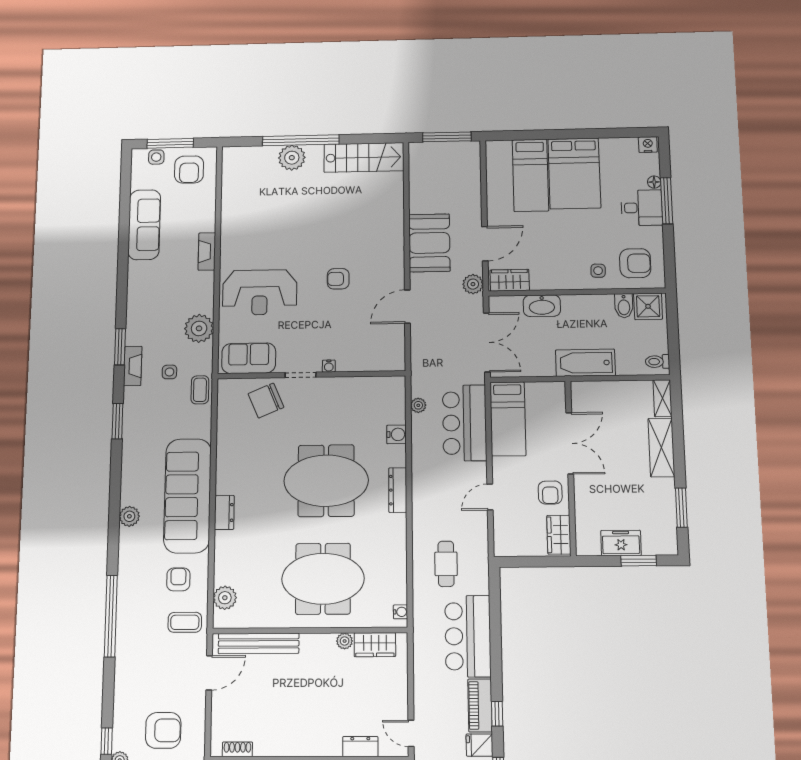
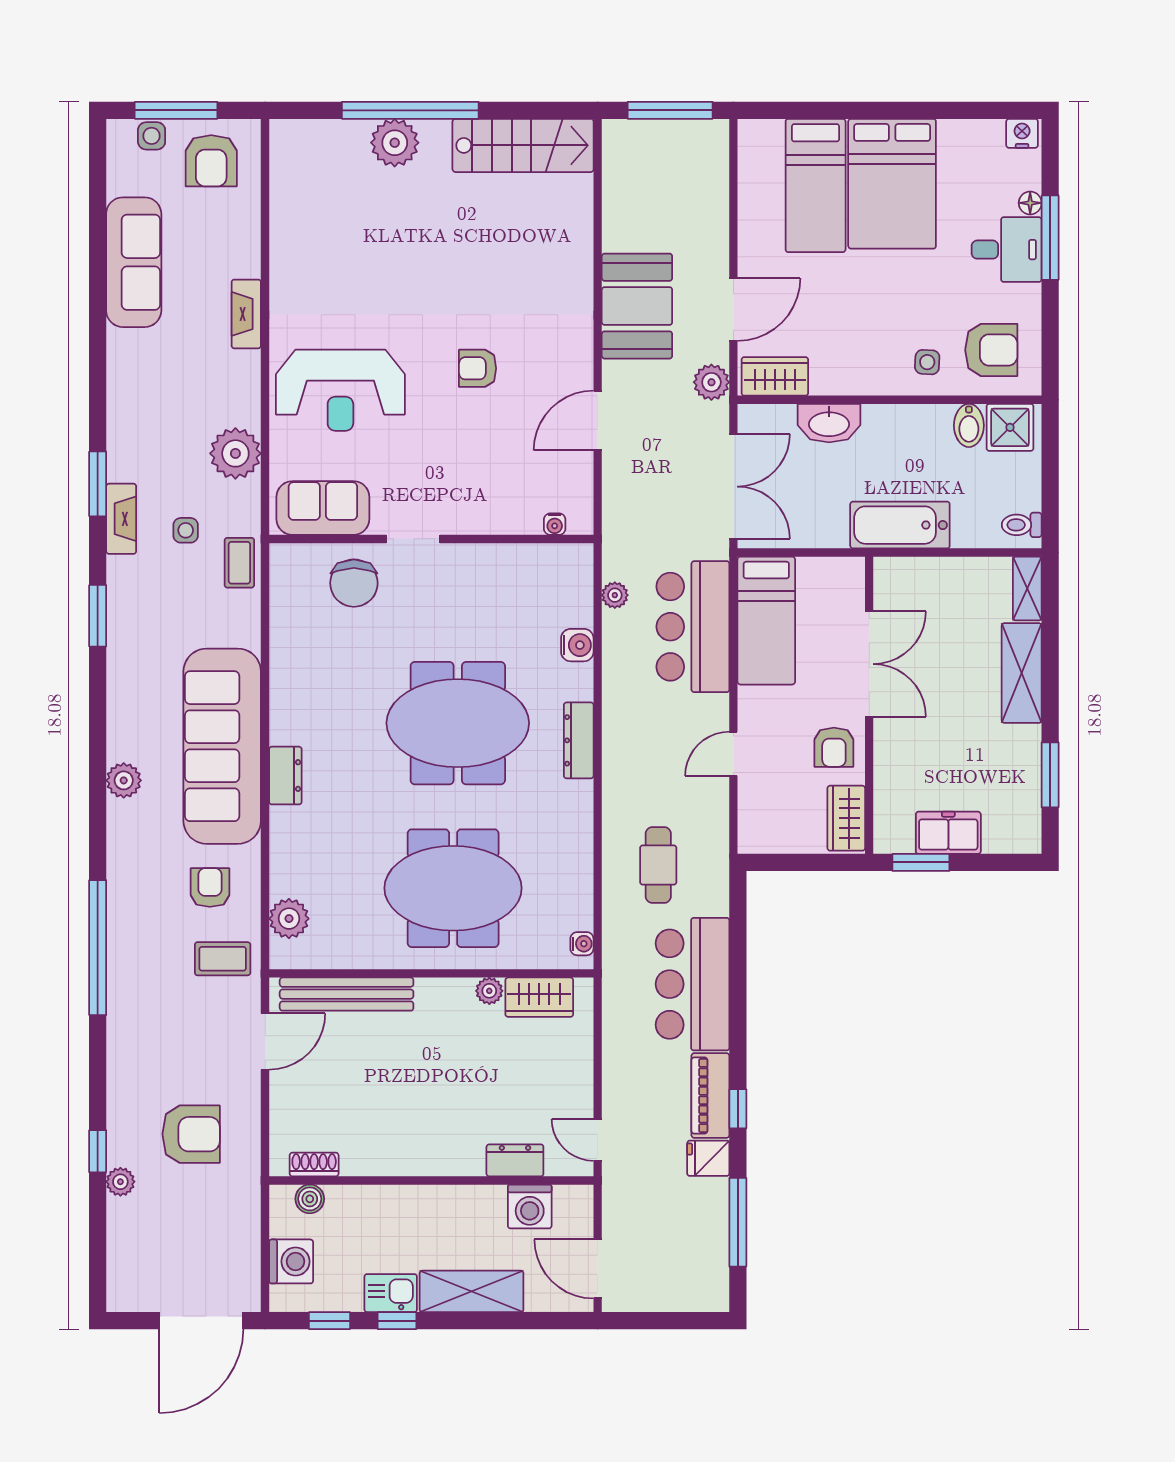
water cooler: (329, 366) -> (555, 524), moved
chair: (266, 400) -> (354, 583), turned -67
window: (639, 561) -> (921, 862), moved

